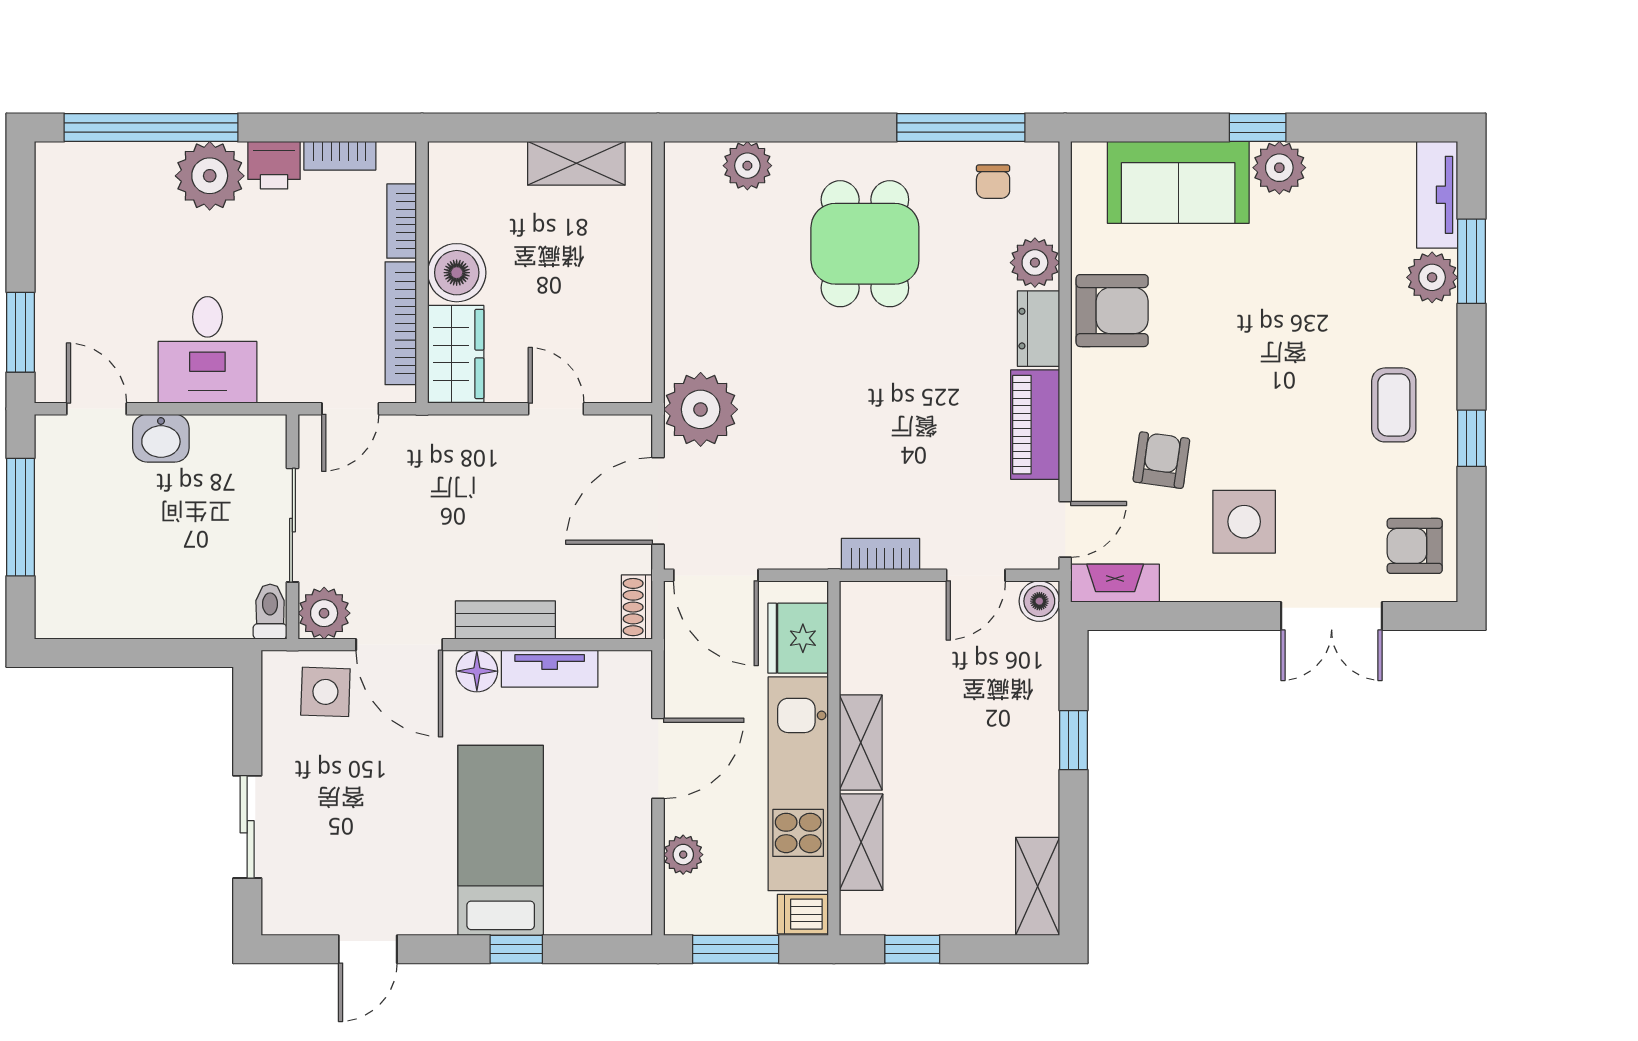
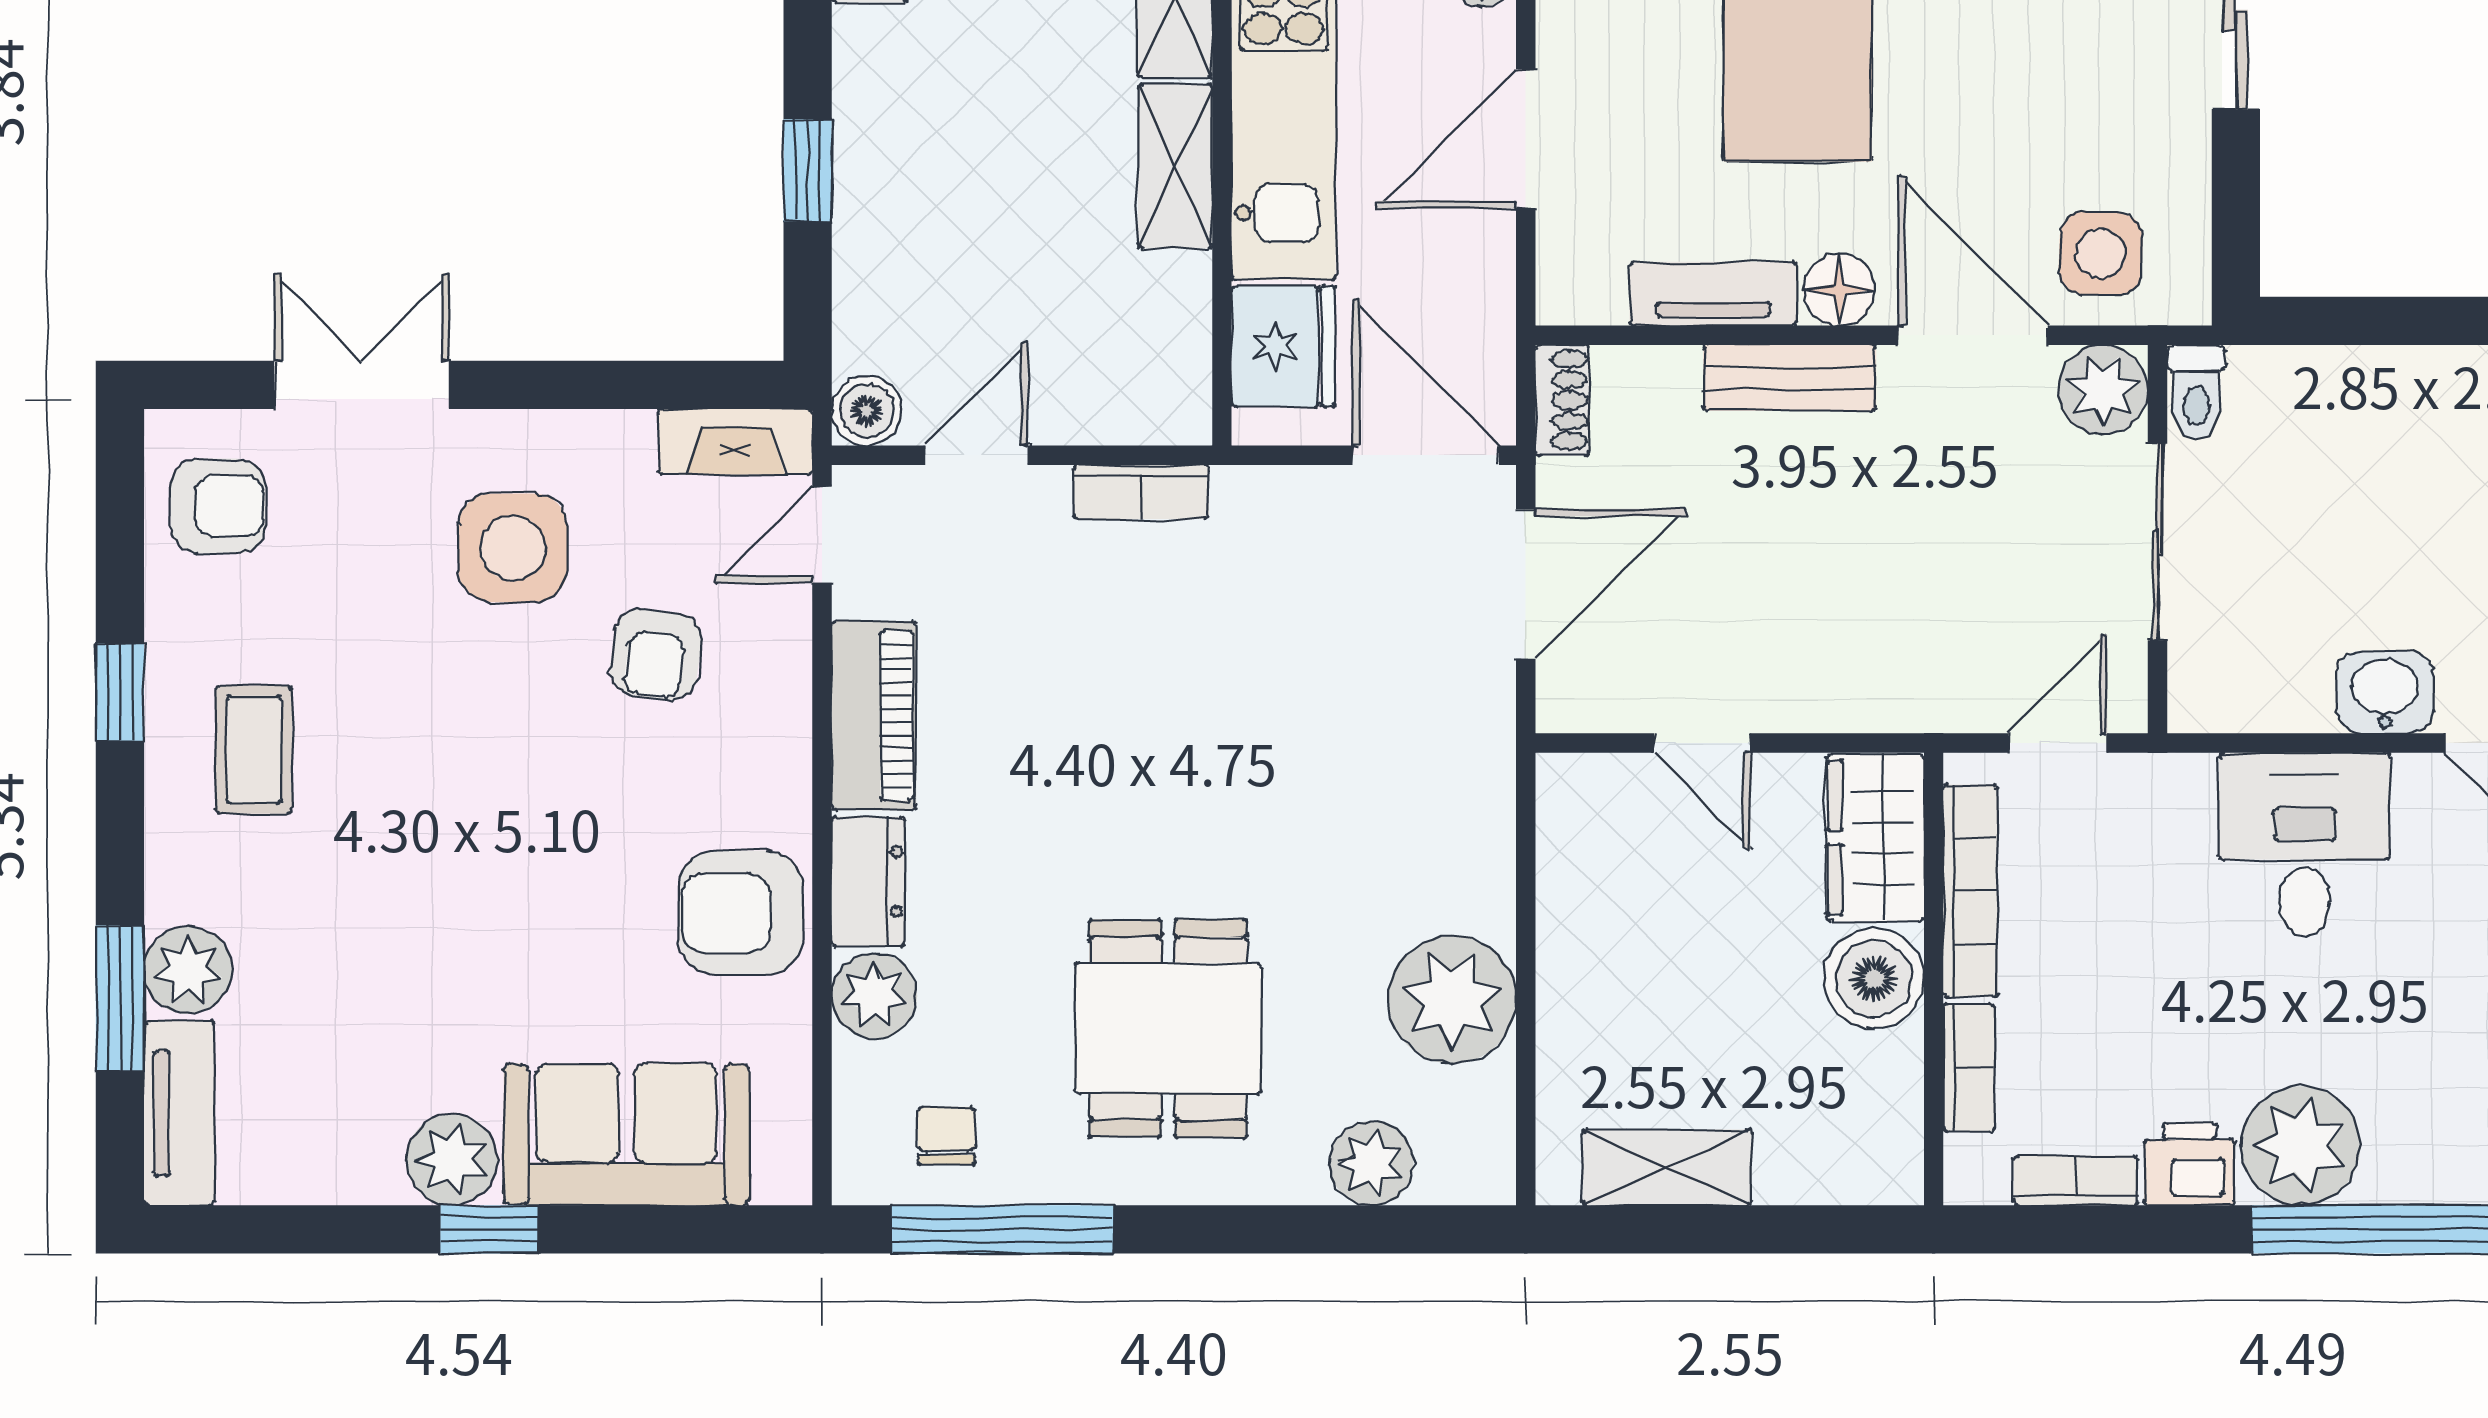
plant: (701, 409) -> (1452, 1000), moved

